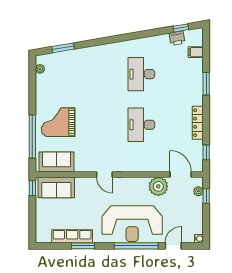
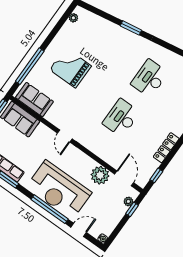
window: (63, 48) -> (131, 28), moved
grand piano: (58, 122) -> (70, 68), moved

